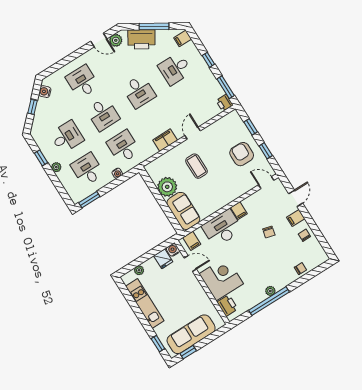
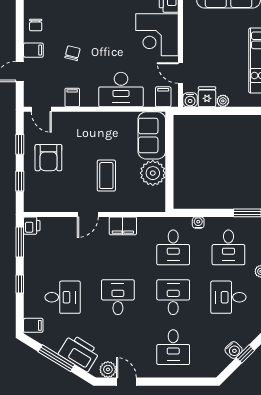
water cooler: (45, 92) -> (234, 350), moved
filing cabinet: (239, 211) -> (72, 97), moved
plant: (139, 270) -> (223, 101), moved

